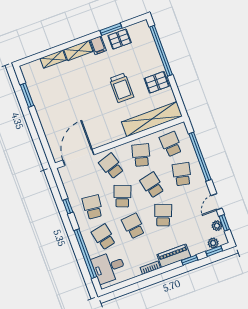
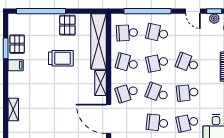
shelving: (78, 51) -> (101, 83), moved

